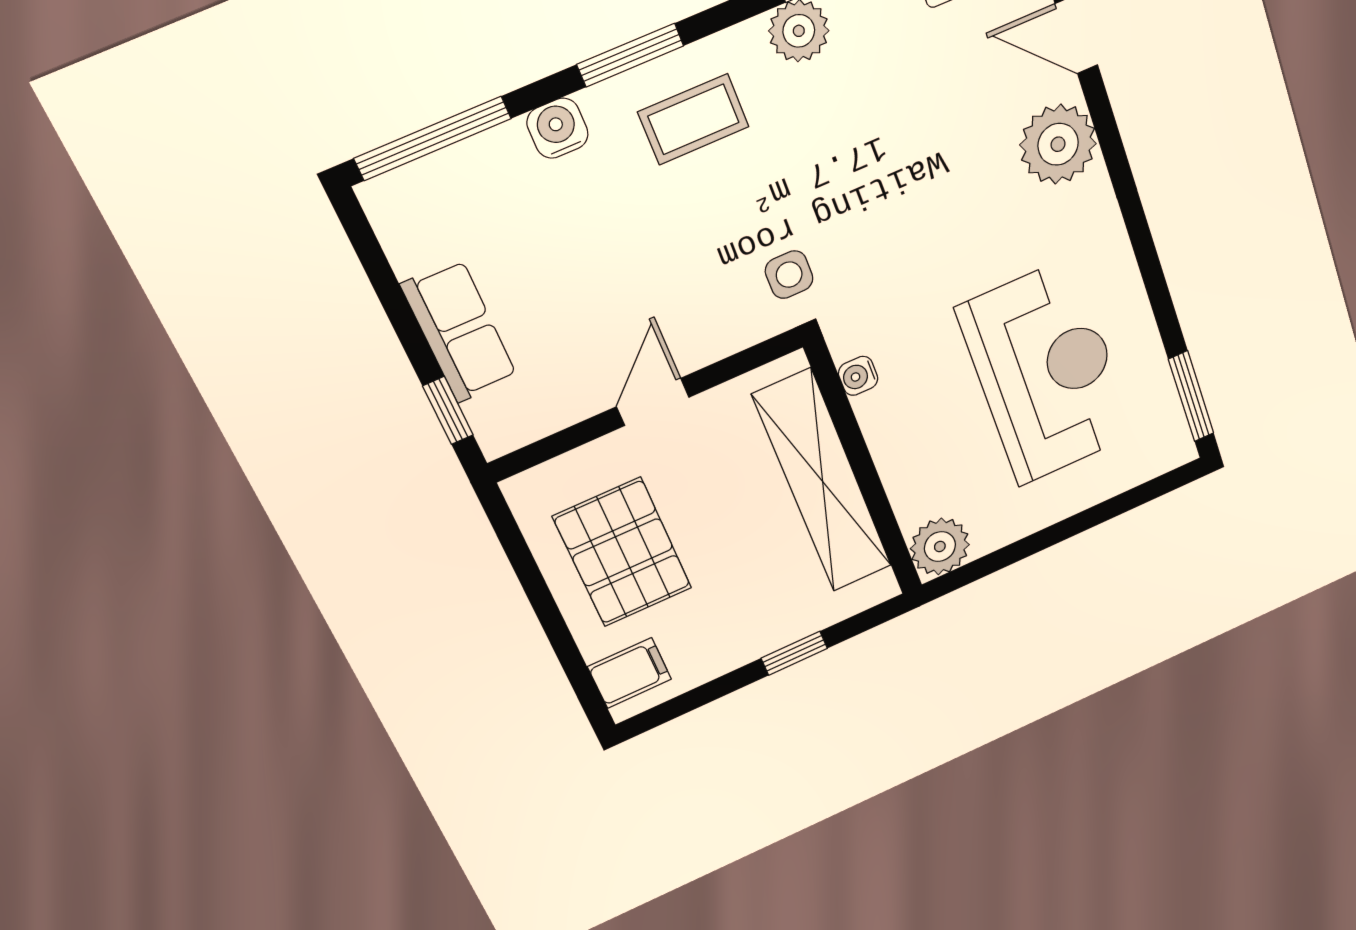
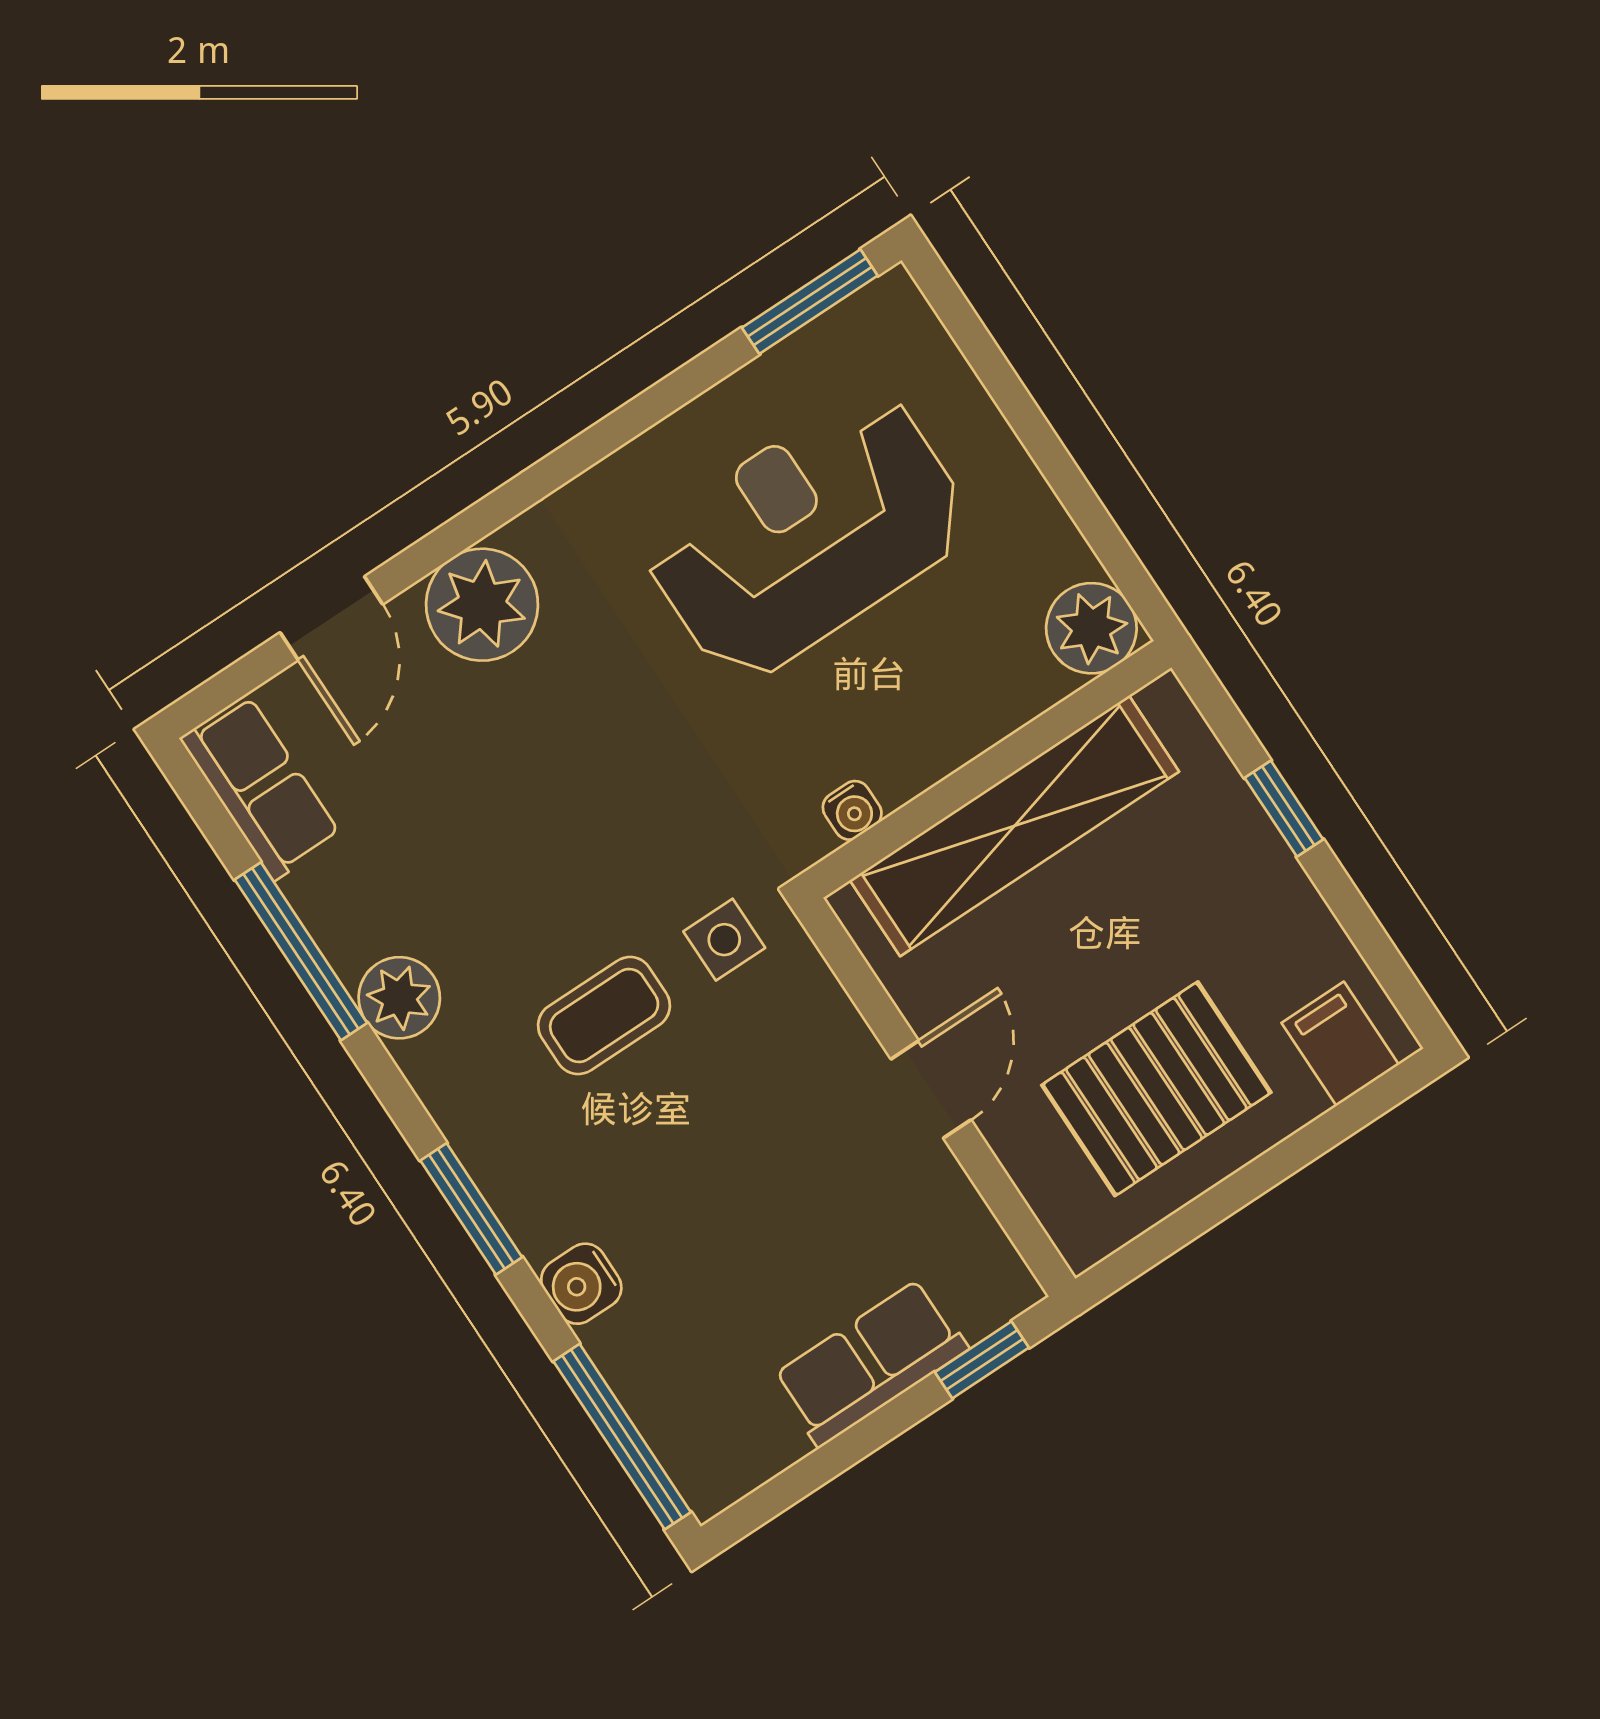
coffee table: (693, 119) -> (604, 1016), moved, turned 90
door: (653, 402) -> (931, 1089), swing flipped

